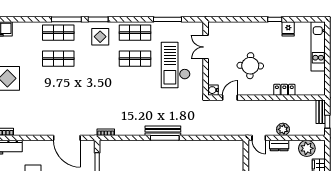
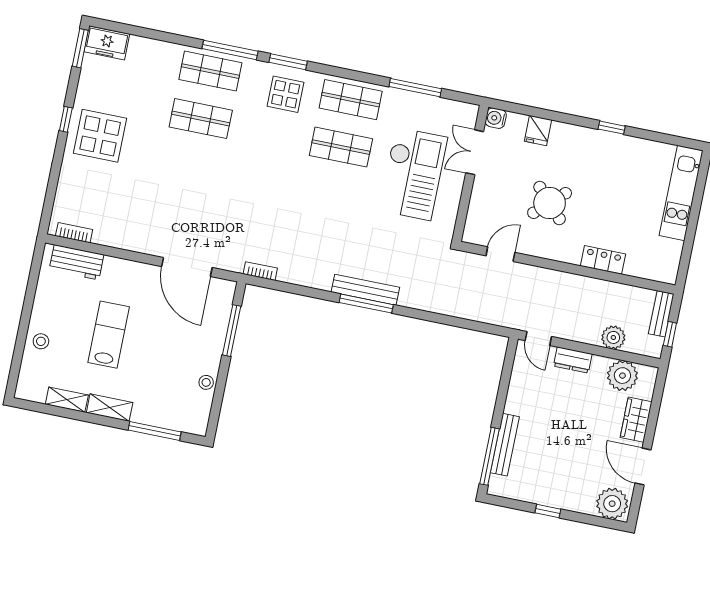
fridge: (288, 29) -> (538, 130), moved
checkout: (176, 65) -> (413, 174), turned 180
round table: (250, 66) -> (550, 203), turned 45
water cooler: (213, 90) -> (496, 118), moved
plant: (283, 129) -> (613, 337), moved

